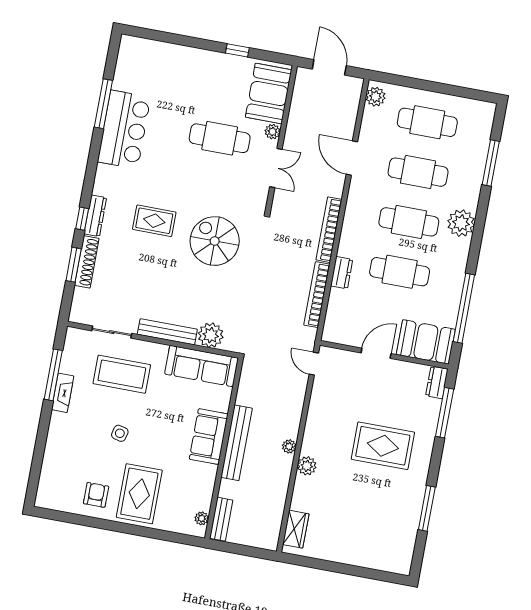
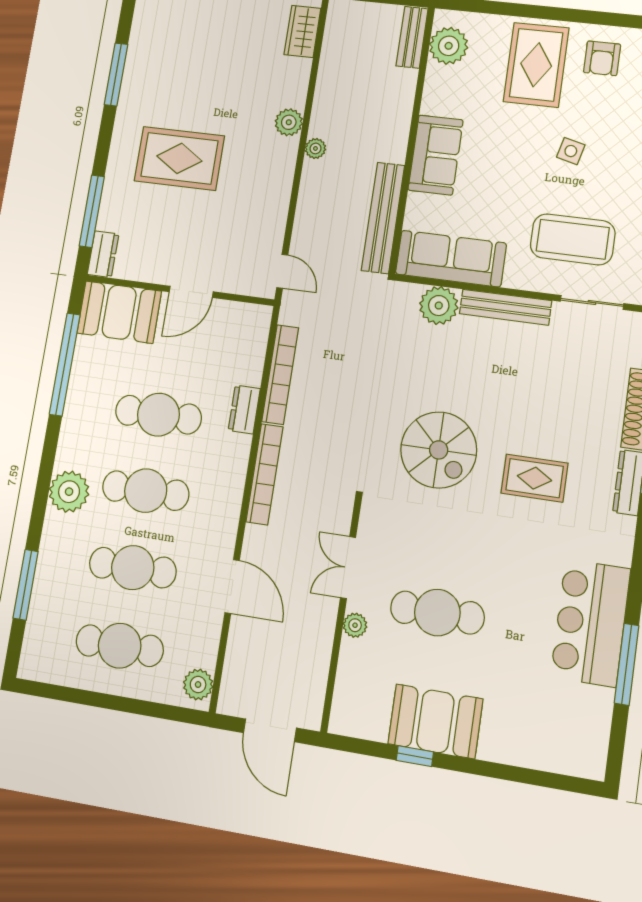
booth: (269, 93) -> (435, 721), moved, turned 90
bench: (237, 443) -> (383, 218), moved
plant: (202, 518) -> (449, 46), width x1.87, depth x1.87

